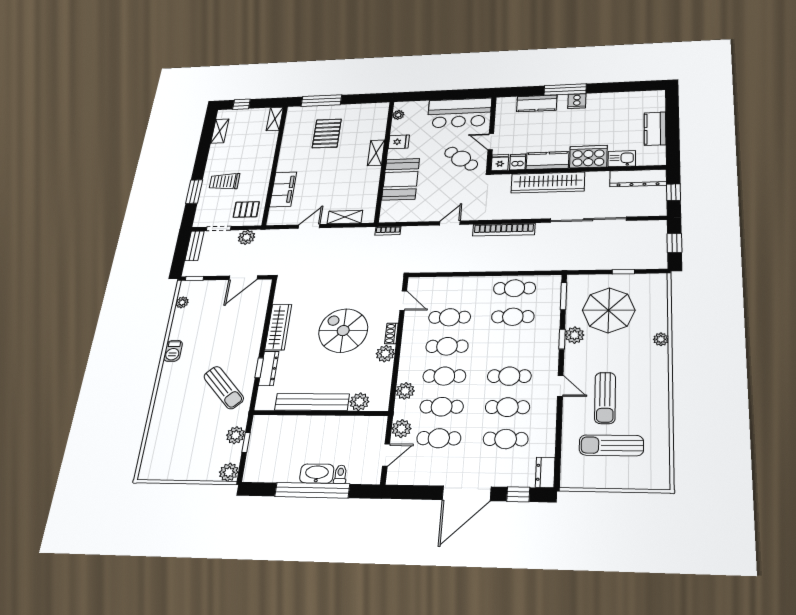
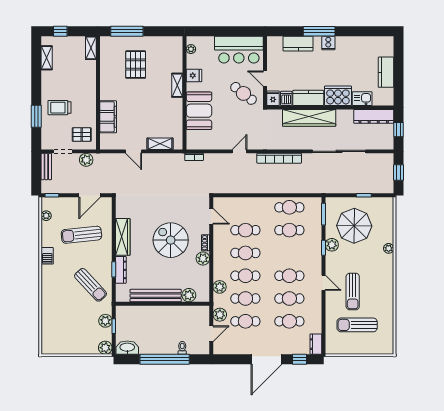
door: (309, 226) -> (133, 151), swing flipped
sun lounger: (223, 325) -> (81, 235), added
washbasin: (317, 474) -> (127, 348), moved

